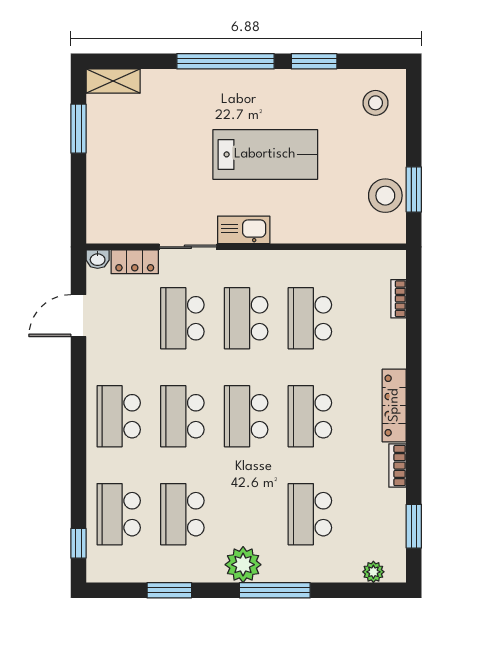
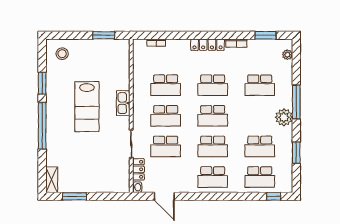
lab bench: (265, 154) -> (87, 107), turned 180
stool: (385, 196) -> (107, 49), removed
kitchen sink: (244, 230) -> (123, 103), moved

